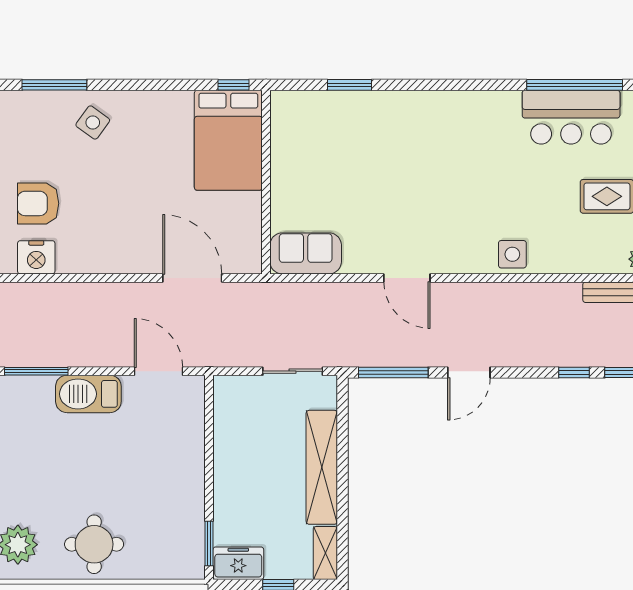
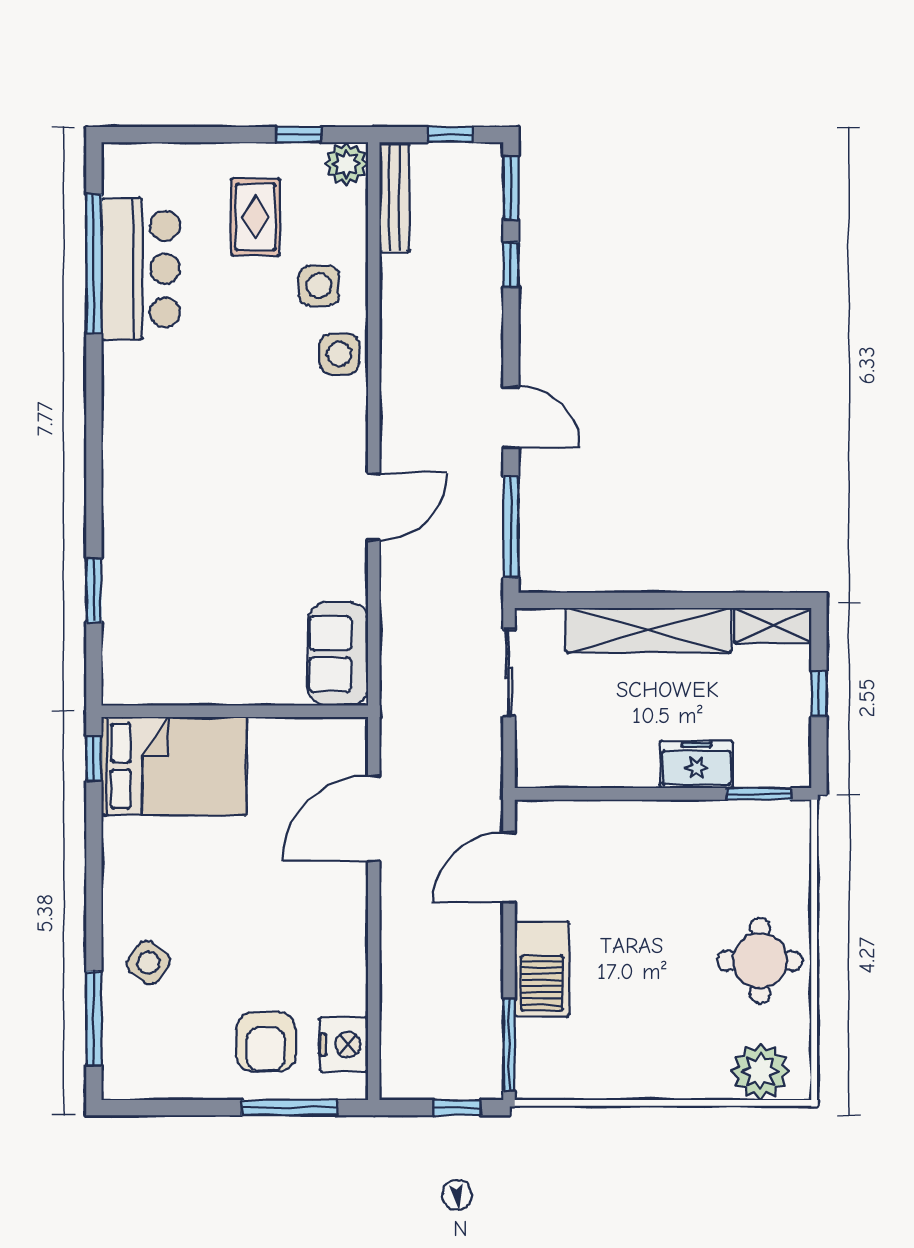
side table: (560, 240) -> (319, 286), added
freezer: (238, 563) -> (696, 764), moved, turned 90

